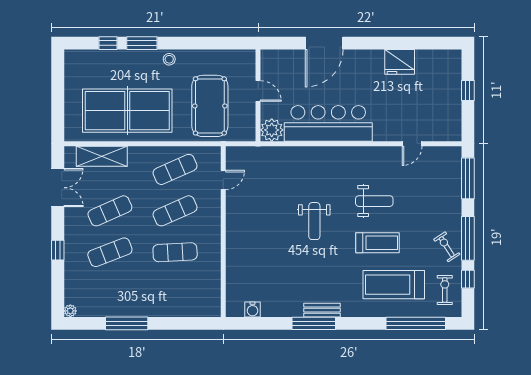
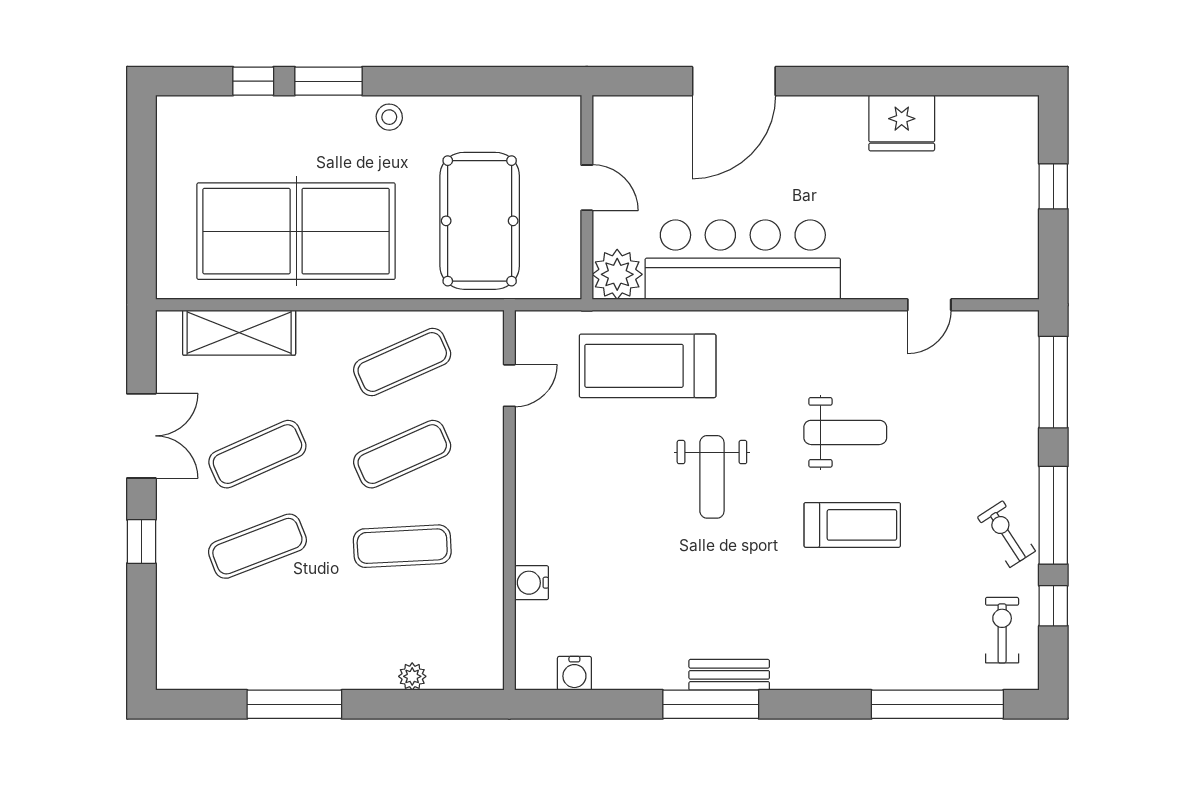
double door: (58, 188) -> (141, 436), moved
water cooler: (233, 269) -> (532, 583), added
treadmill: (394, 285) -> (648, 366), moved
plant: (70, 311) -> (412, 676), moved

